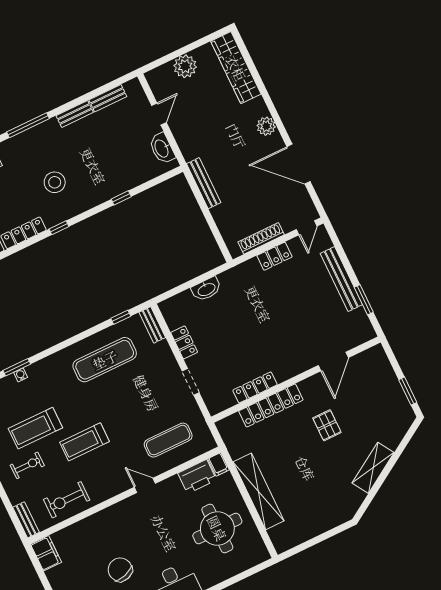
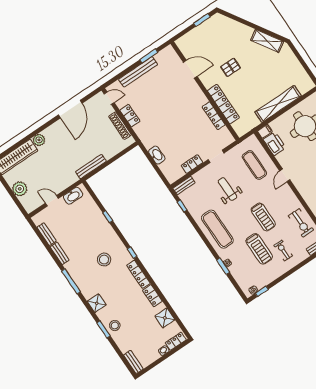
plant: (266, 126) -> (39, 140), moved
exercise mat: (105, 360) -> (217, 229), moved
weight bench: (137, 392) -> (227, 189), added
shelving: (373, 468) -> (267, 41), moved

